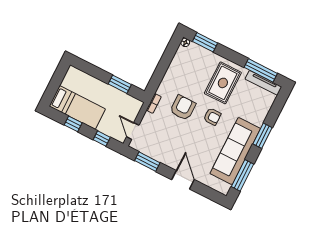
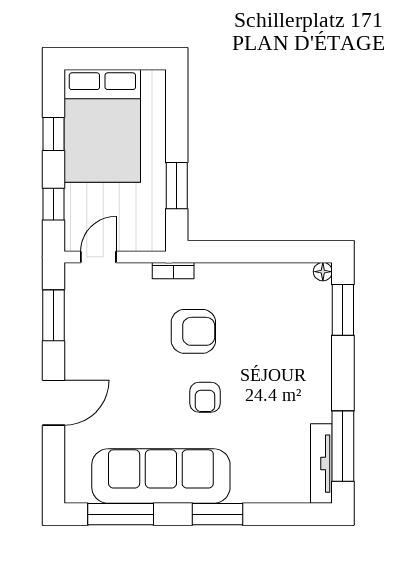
rug: (223, 83) -> (281, 385), removed
bed: (77, 108) -> (102, 126), width x1.50

